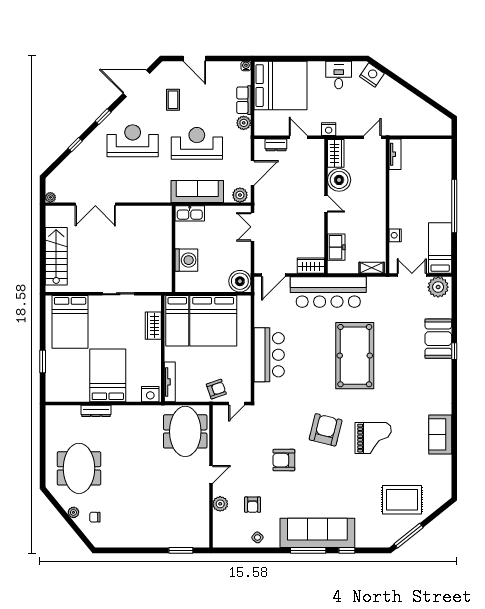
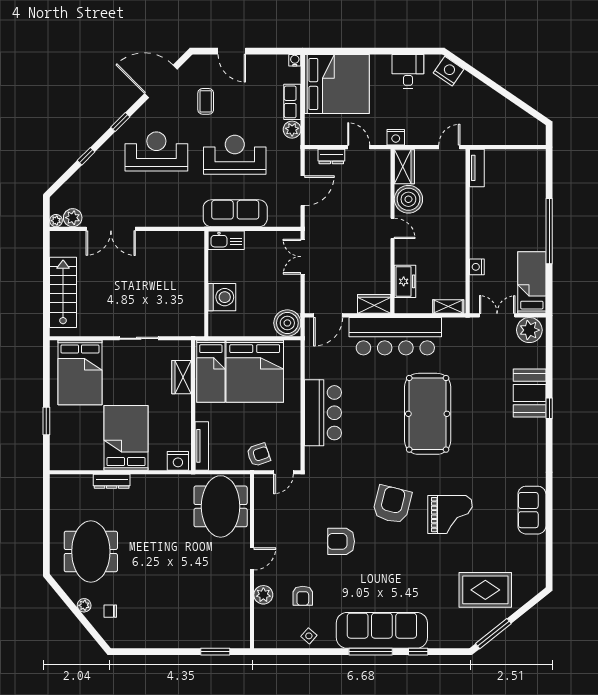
plant: (240, 195) -> (73, 218), moved

